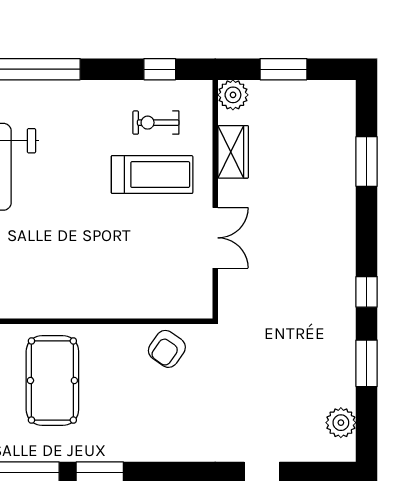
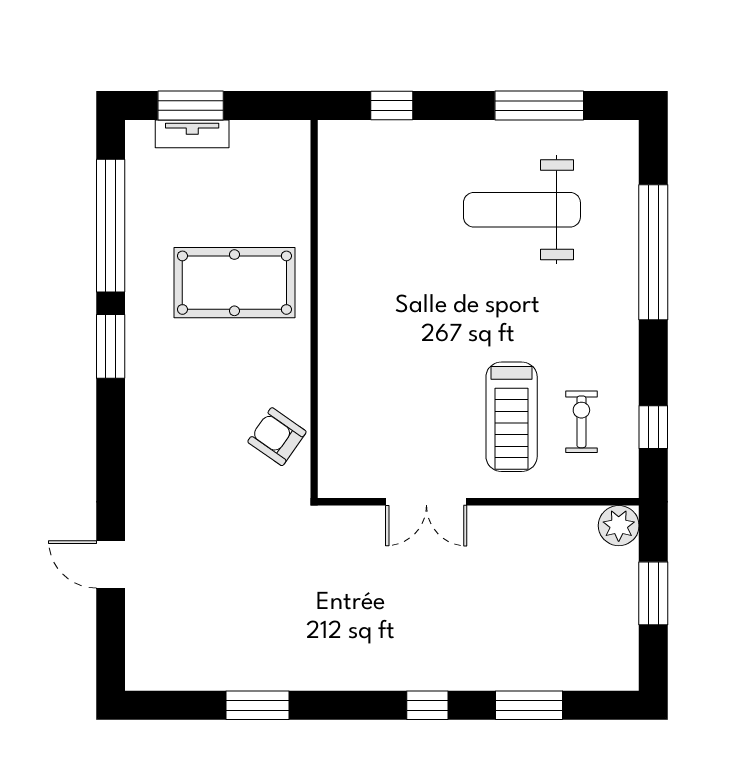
wardrobe: (233, 152) -> (542, 526), removed
window: (367, 292) -> (427, 705), moved
plant: (341, 423) -> (178, 671), removed

